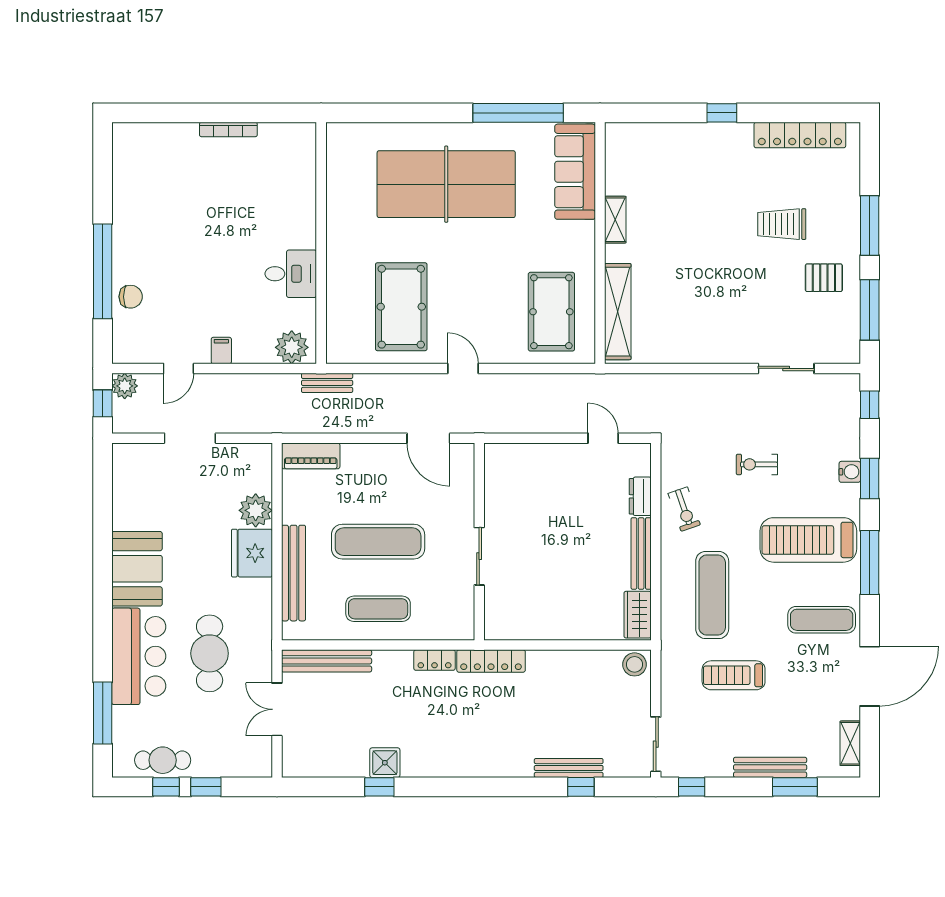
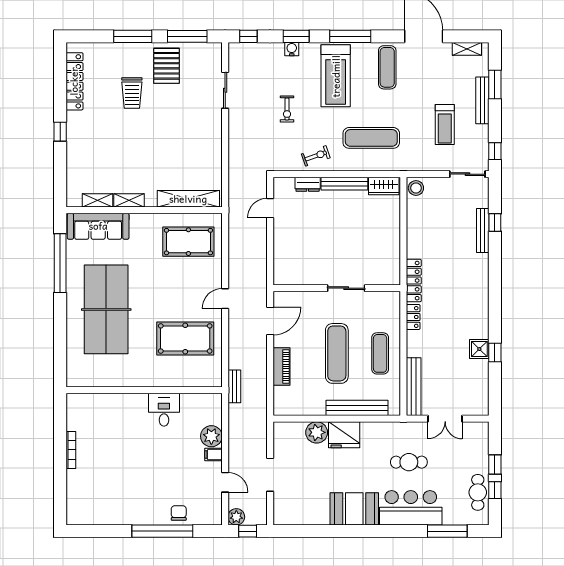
shelving: (615, 171) -> (97, 200), added
pallet: (824, 278) -> (167, 66), width x1.50, depth x1.42
plant: (292, 347) -> (211, 436), moved
piano: (311, 456) -> (281, 366), moved
cafe table: (210, 653) -> (409, 462), width x0.73, depth x0.74
treadmill: (734, 675) -> (445, 125), moved

